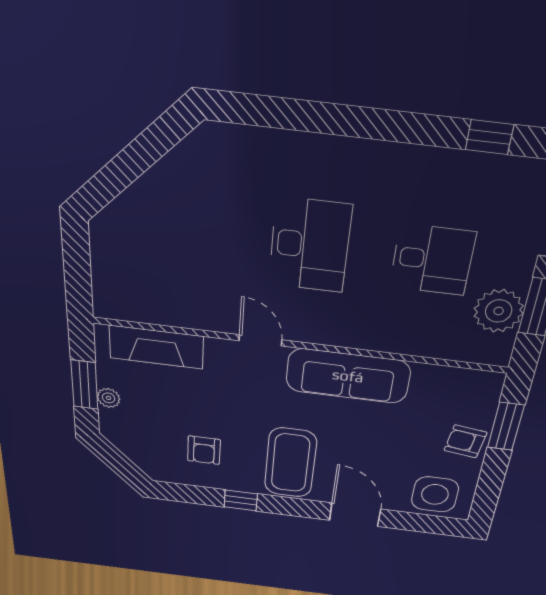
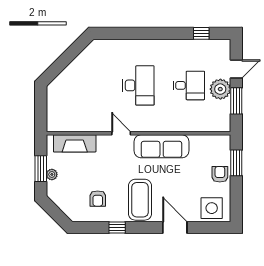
plant: (499, 311) -> (220, 89), moved
armchair: (465, 441) -> (220, 174), turned 82

